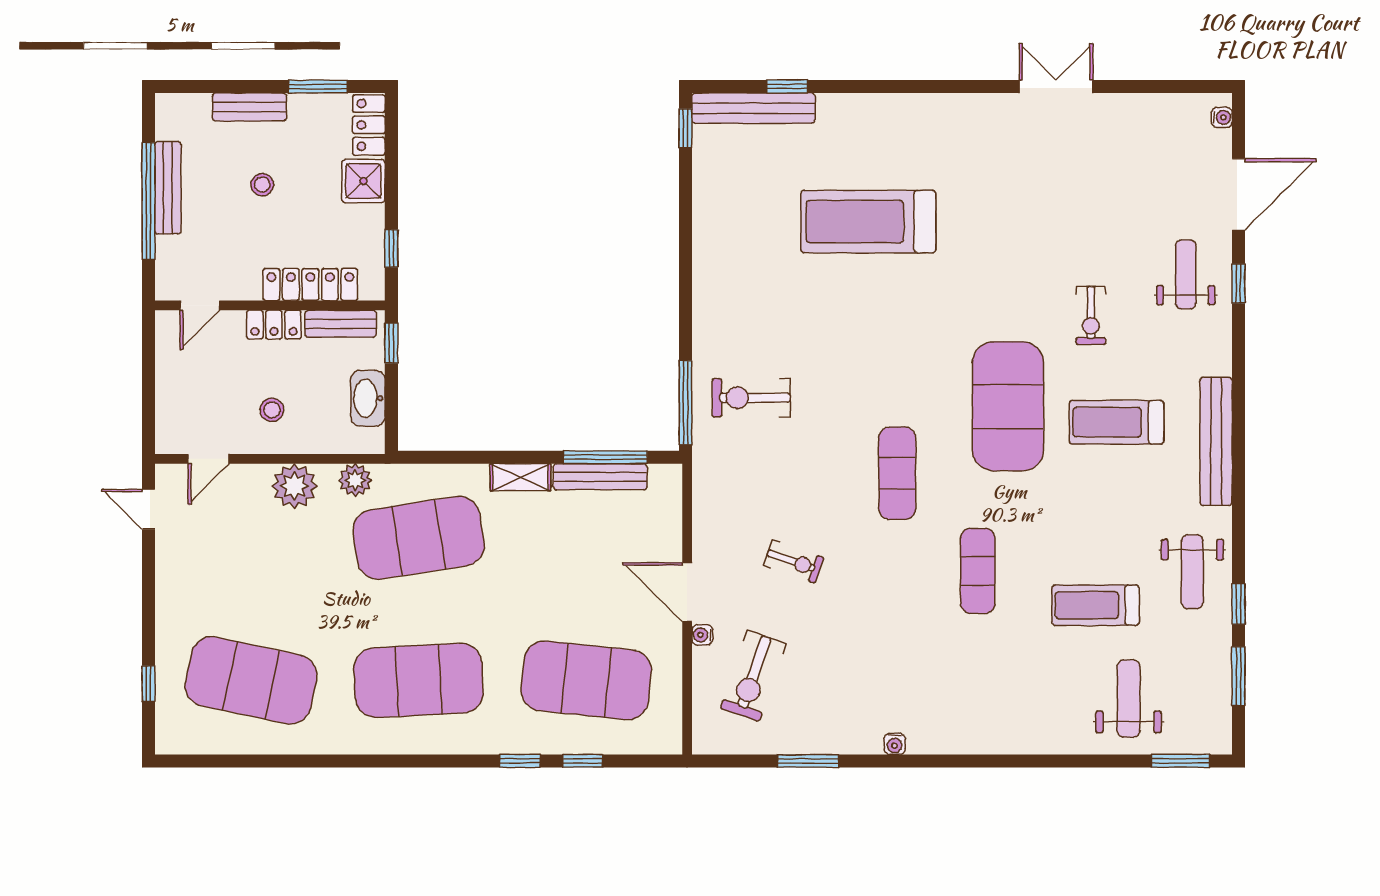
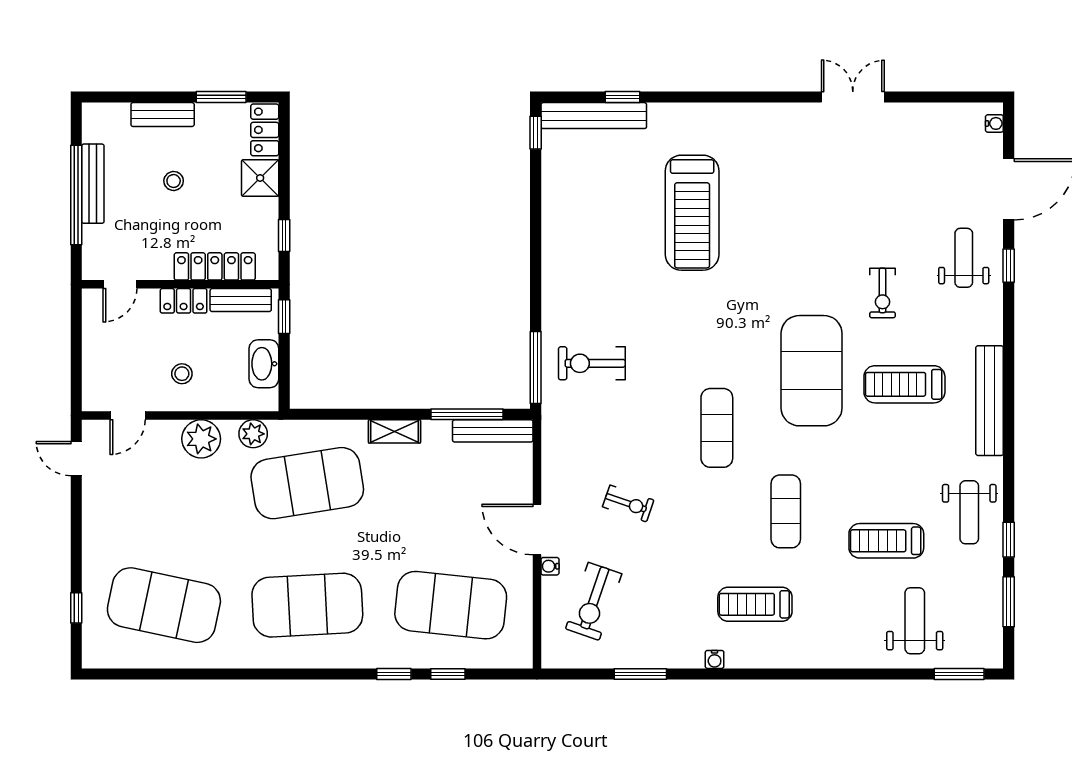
treadmill: (868, 222) -> (692, 213), turned -90
bench: (600, 477) -> (493, 431), moved
treadmill: (942, 679) -> (755, 604), added

